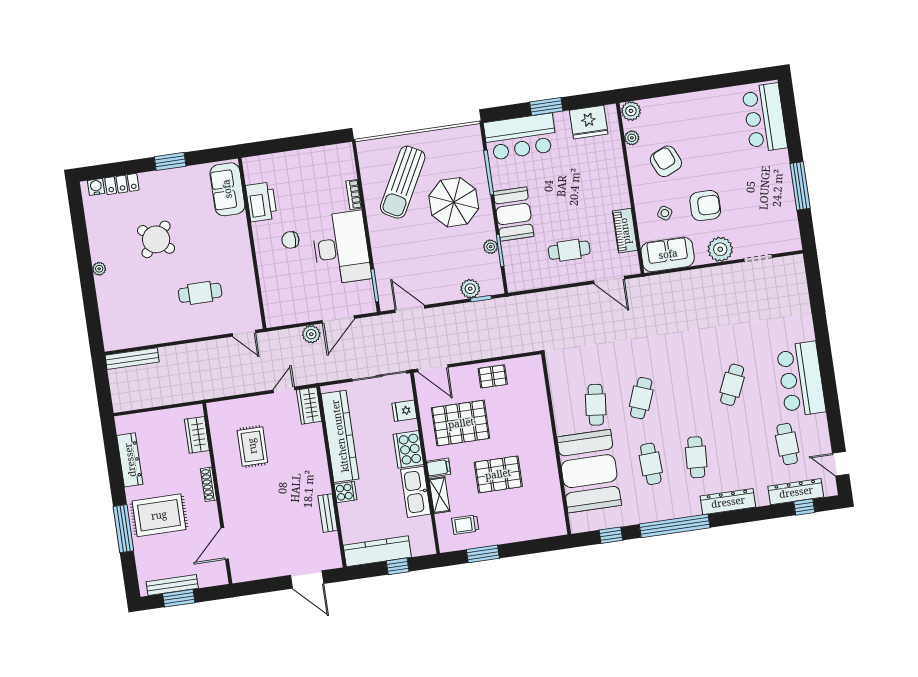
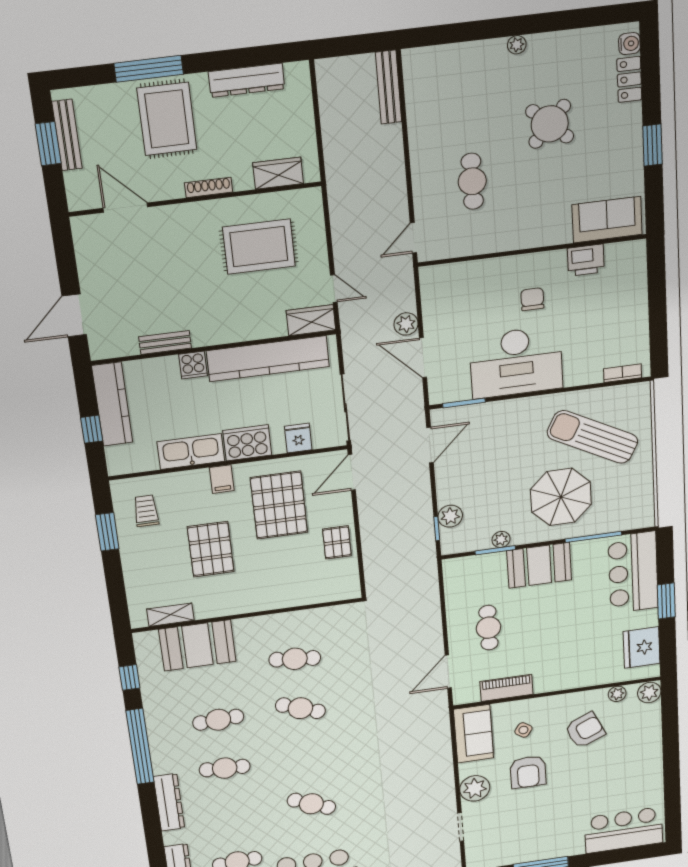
bookcase: (354, 195) -> (623, 373), moved
printer: (261, 202) -> (586, 260), width x0.73, depth x0.84
rug: (252, 446) -> (259, 247), width x1.36, depth x1.43
booth: (589, 471) -> (197, 645), width x0.73, depth x0.70
shelving: (439, 495) -> (170, 615), moved

